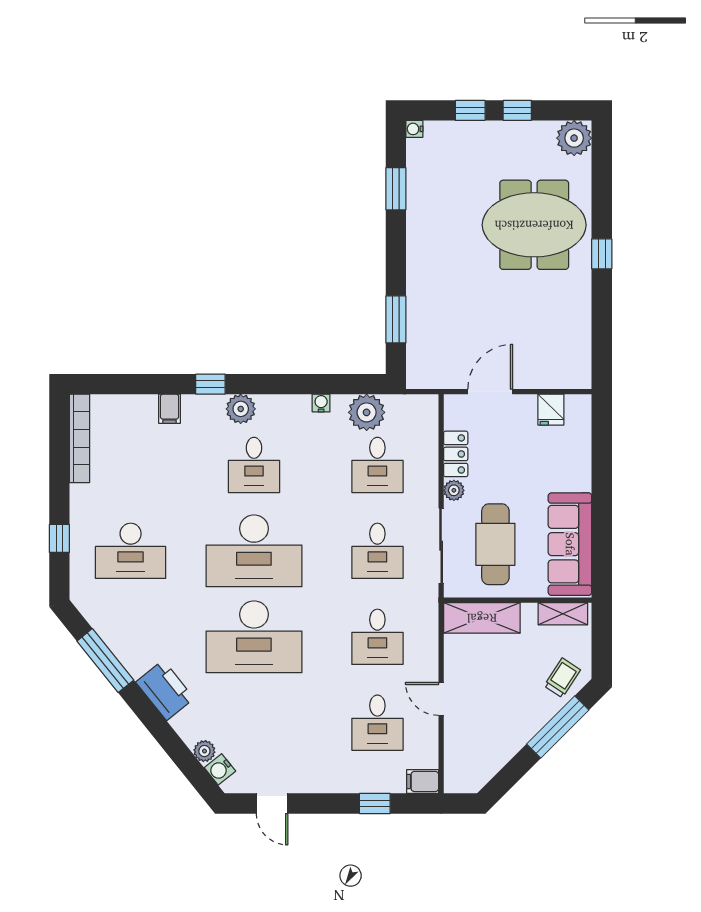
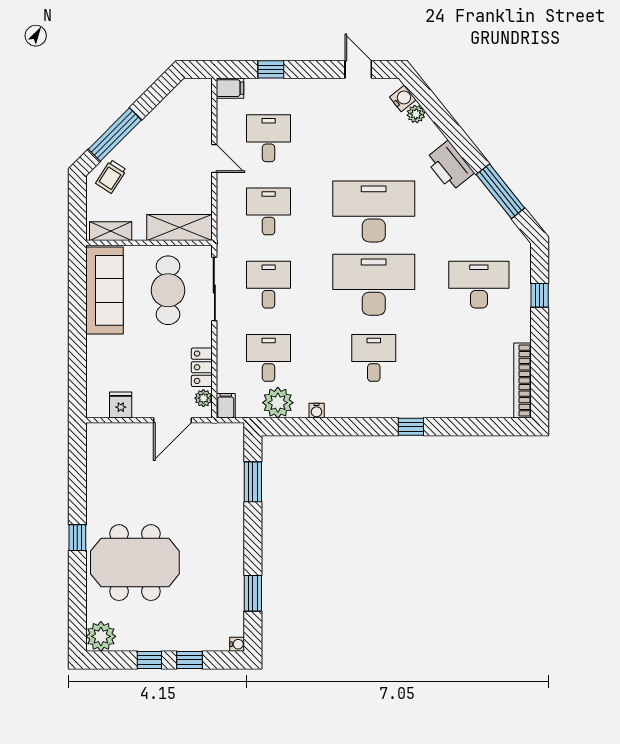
filing cabinet: (170, 409) -> (226, 406), moved
plant: (241, 409) -> (385, 406), removed
plant: (454, 490) -> (203, 398), moved

